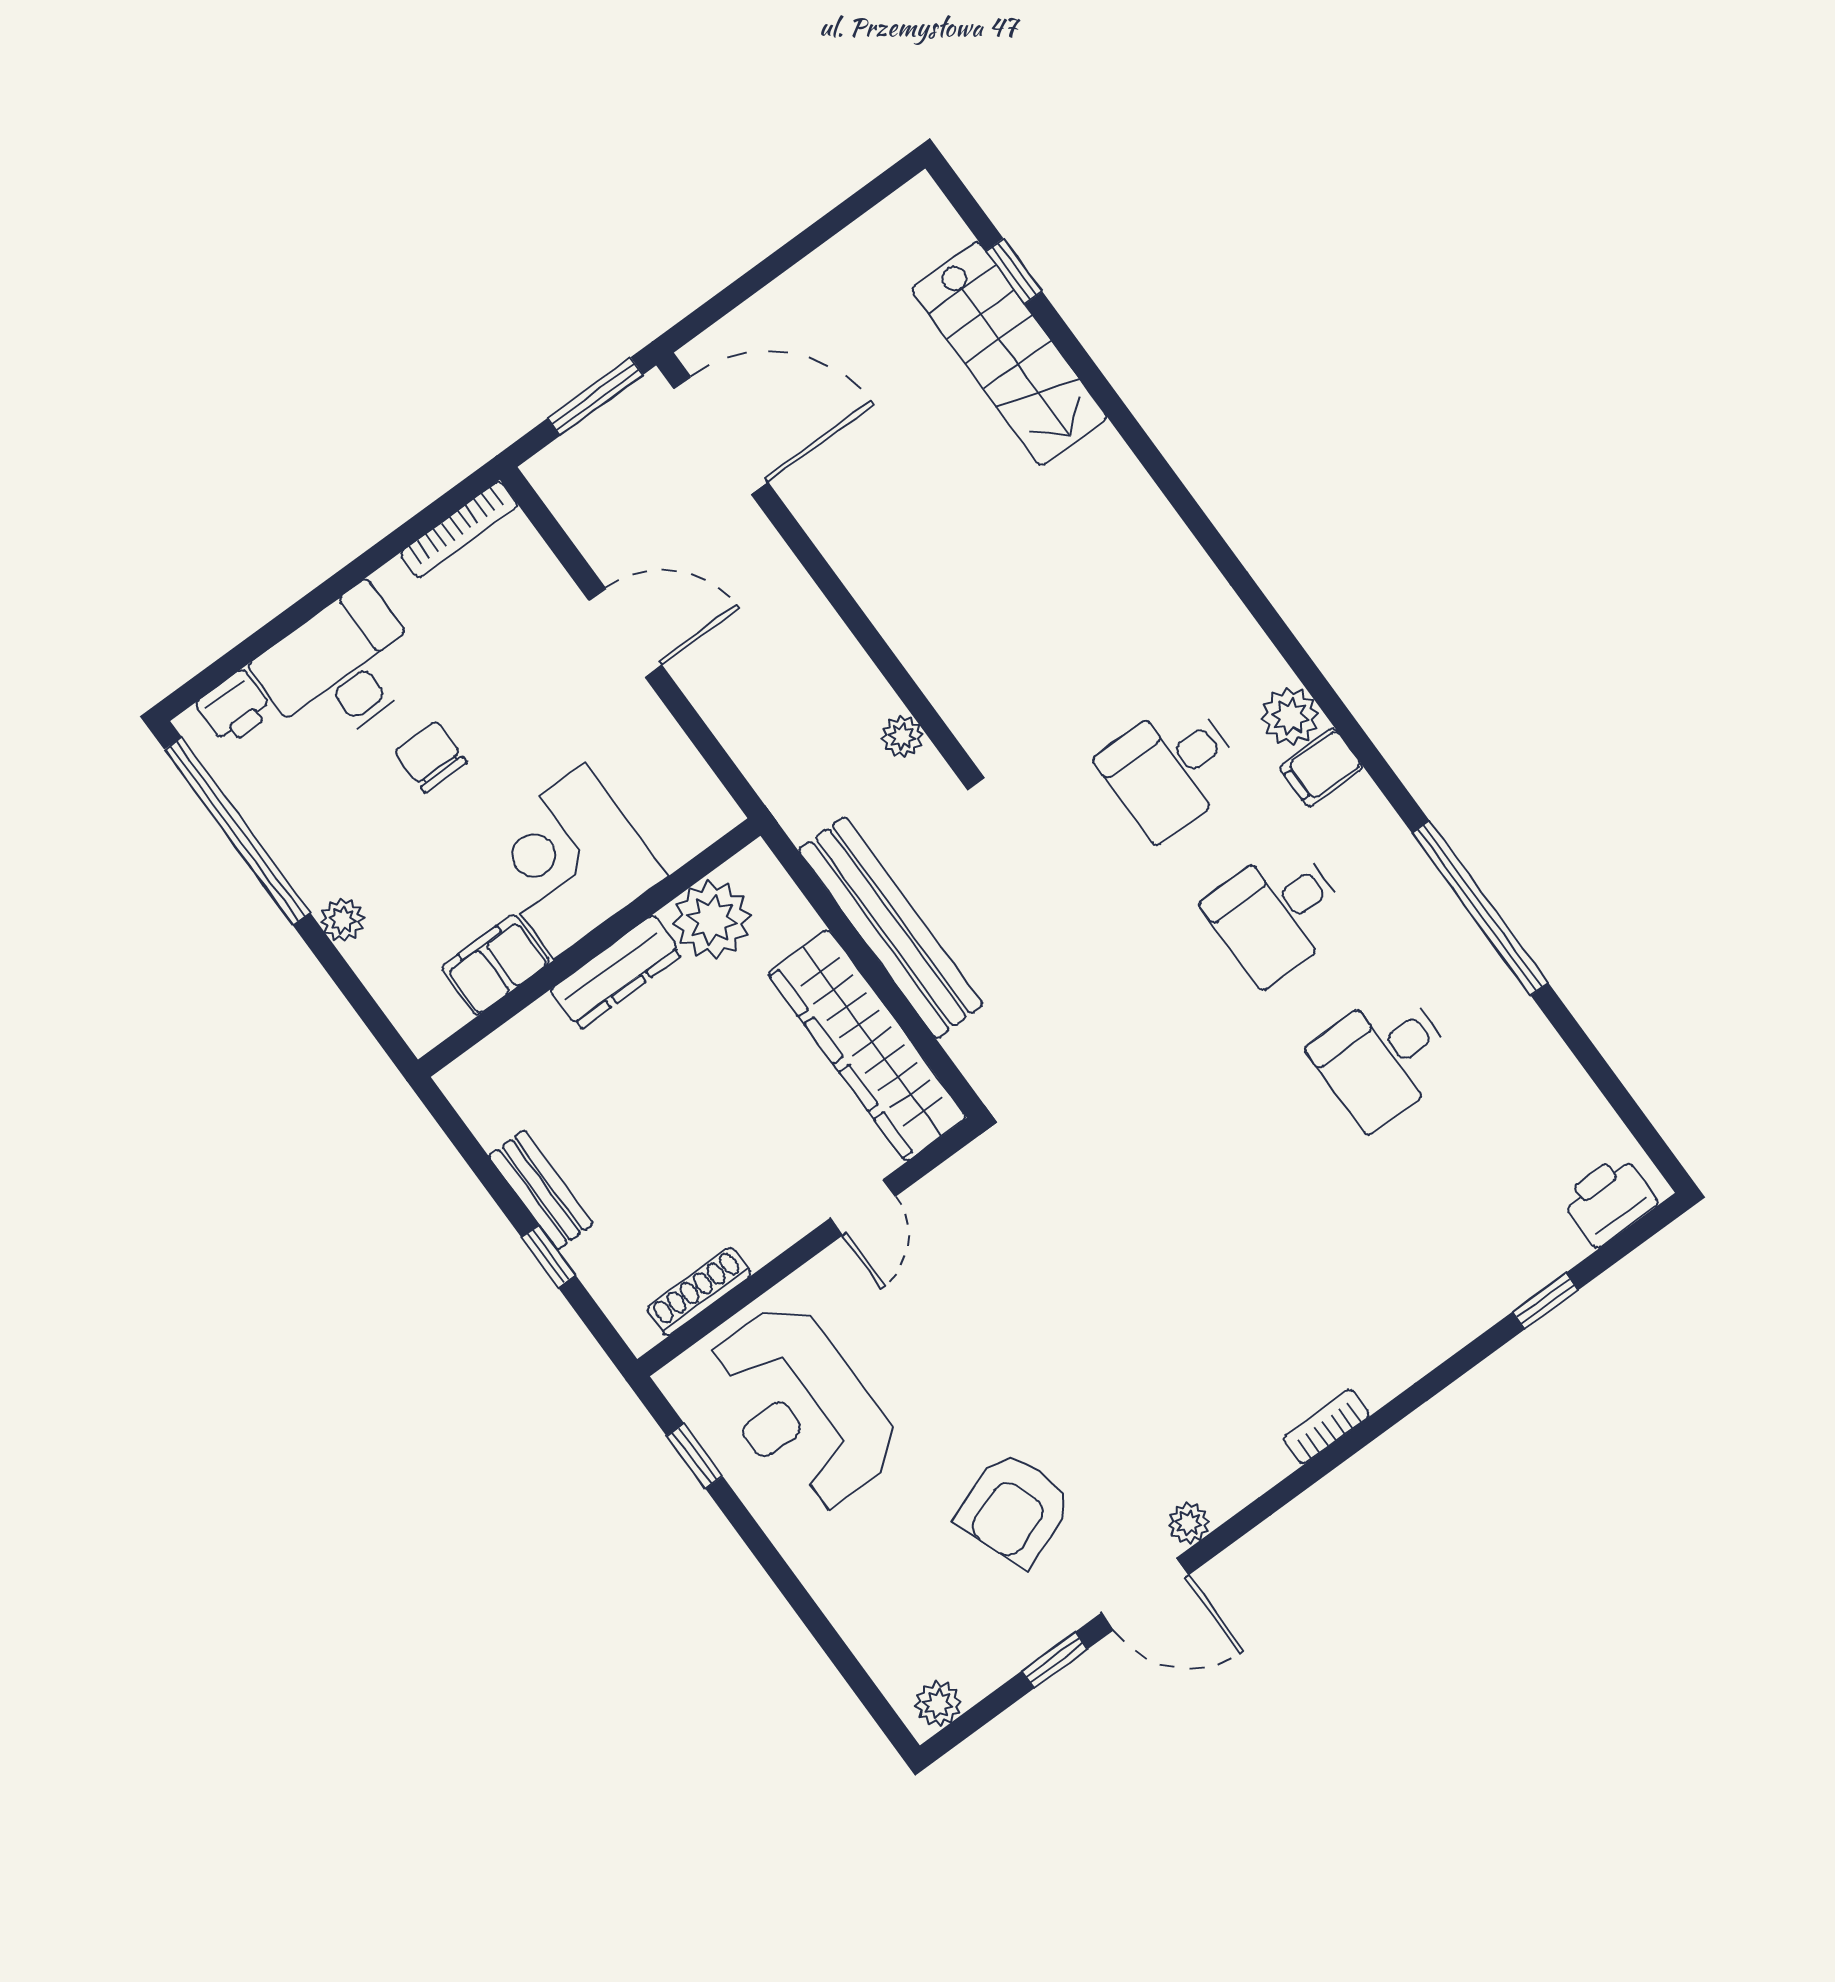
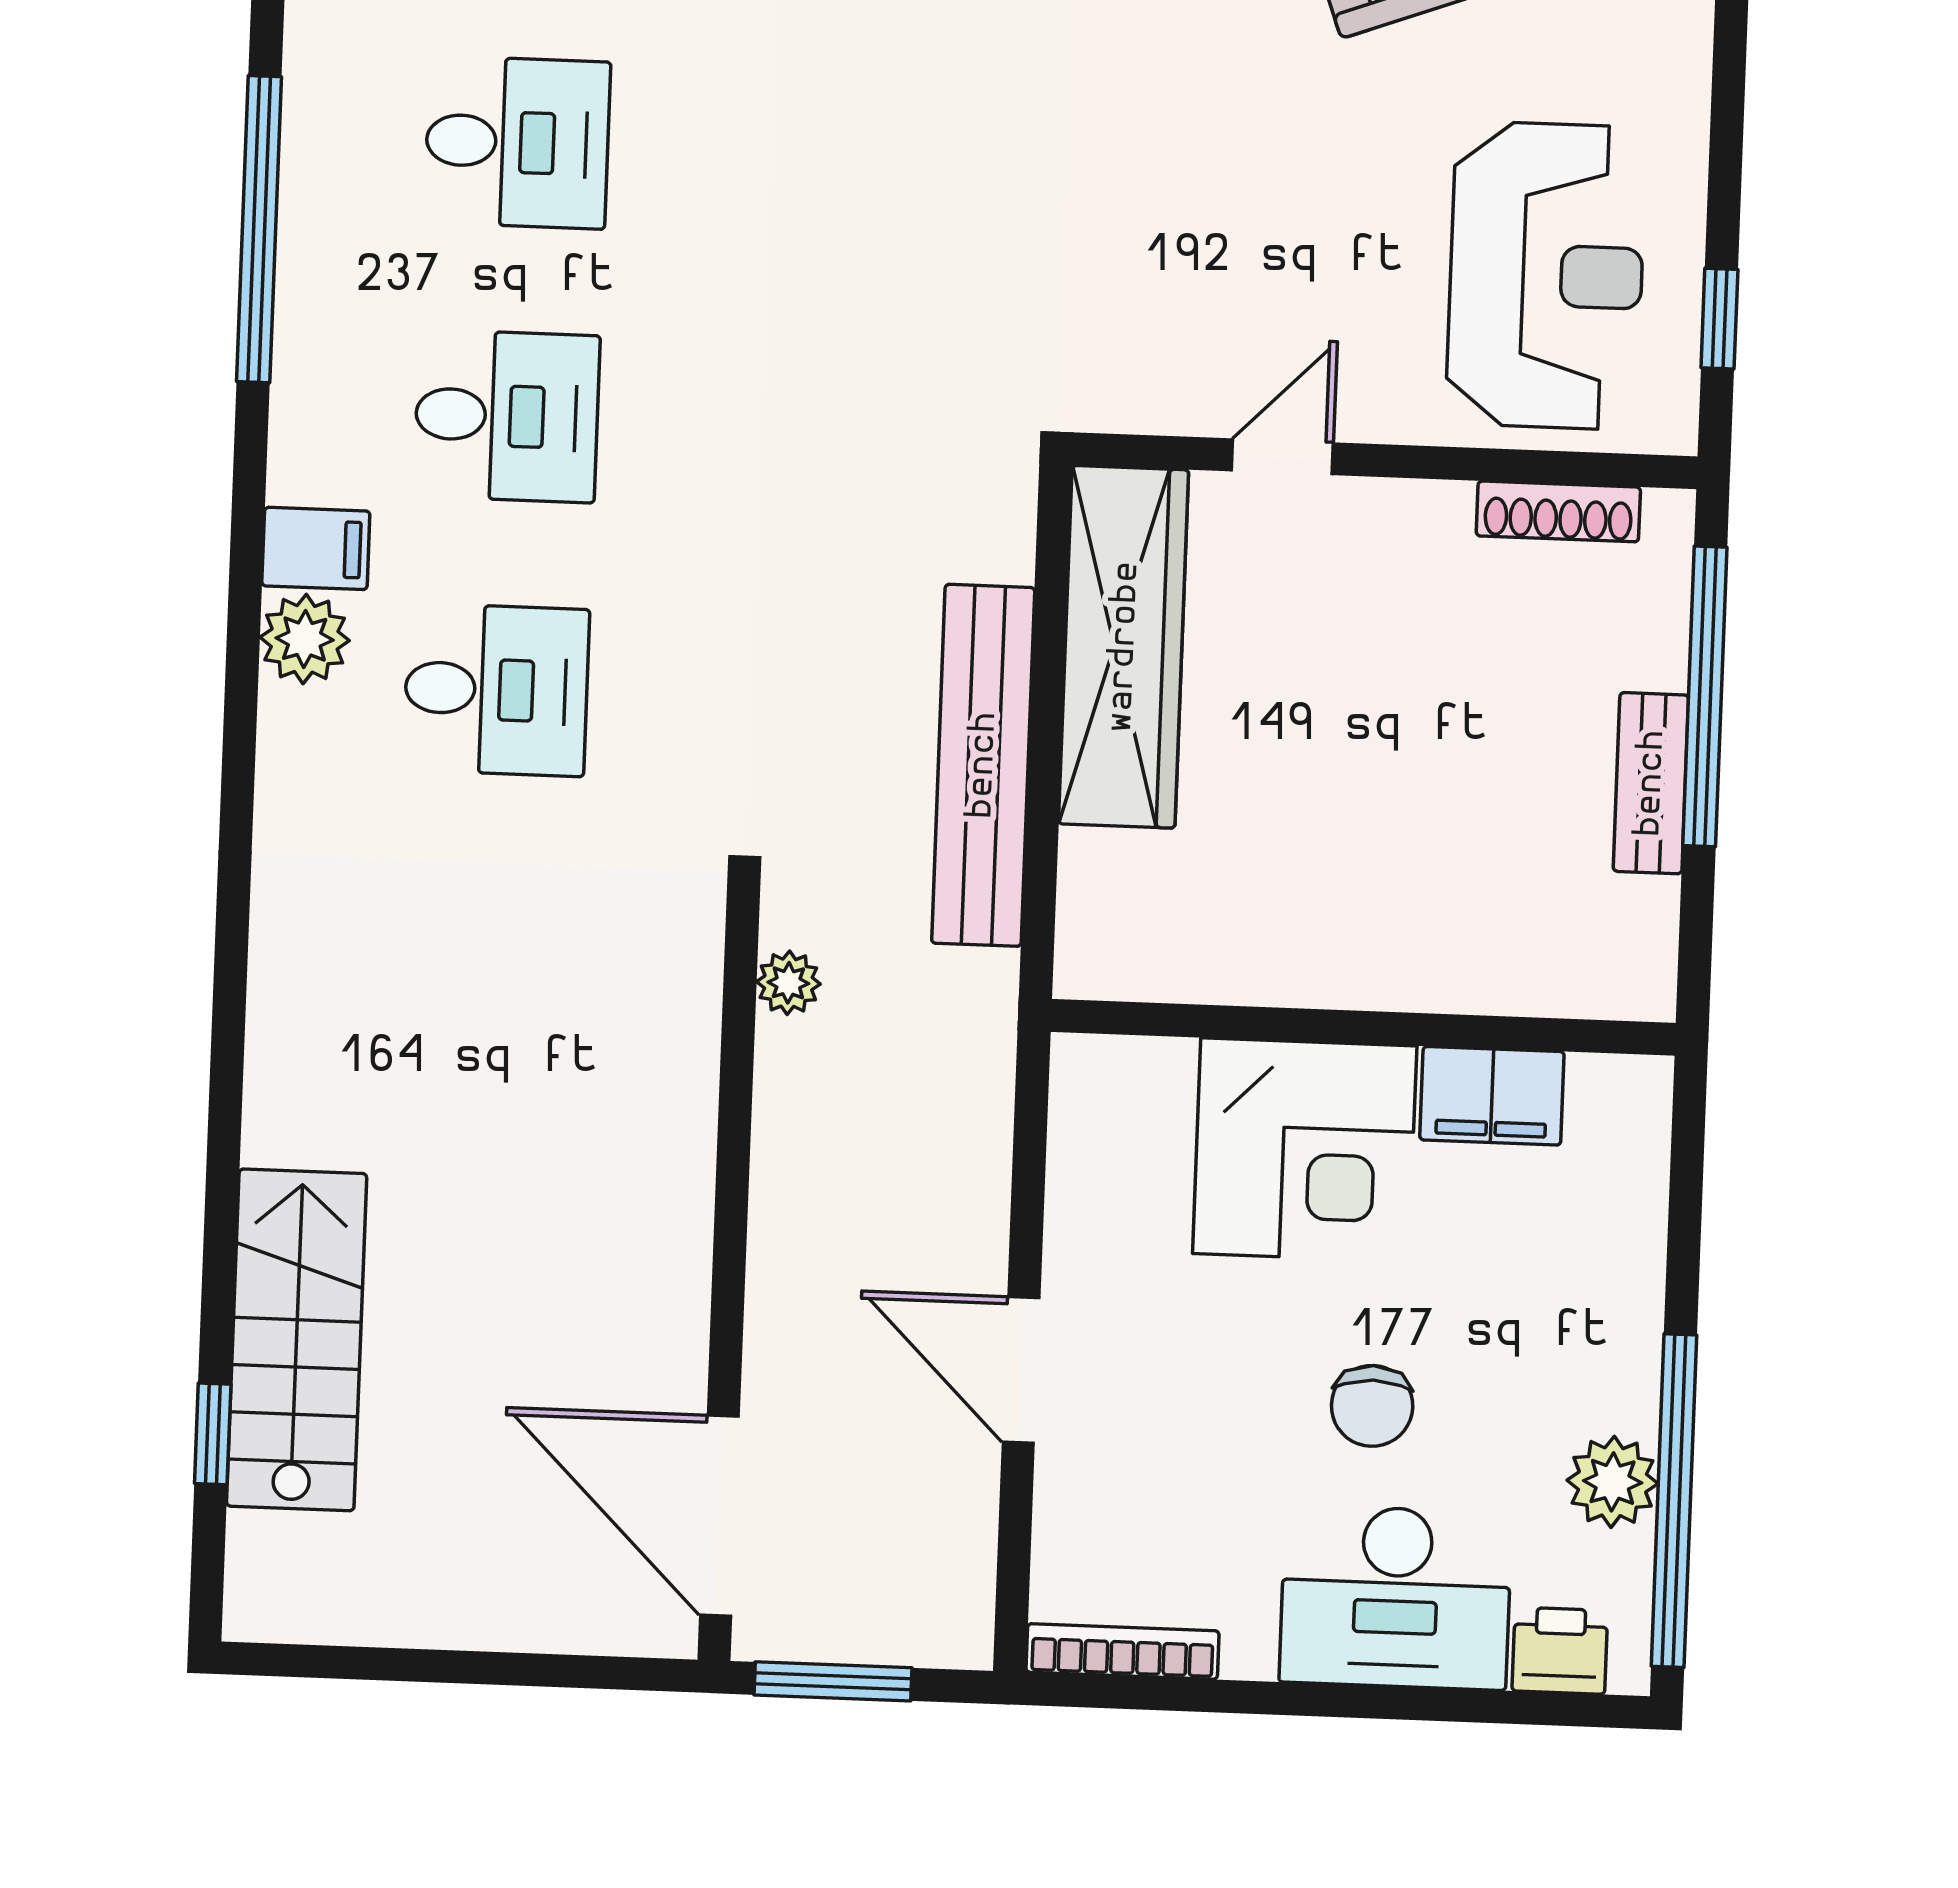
plant: (343, 920) -> (1613, 1482), moved, width x1.38, depth x1.38
plant: (712, 920) -> (1190, 944), removed
dresser: (616, 972) -> (1354, 972), removed
window: (548, 1256) -> (1705, 696), width x3.17

